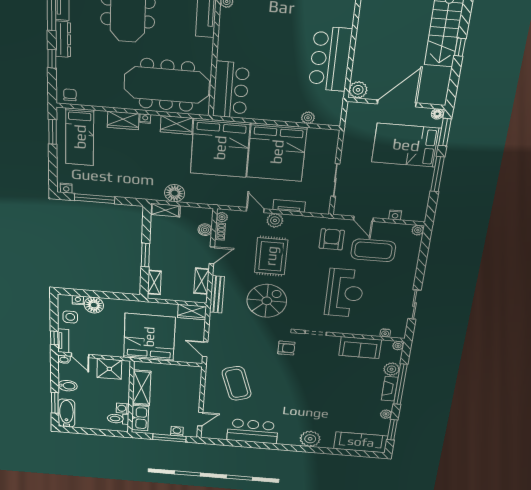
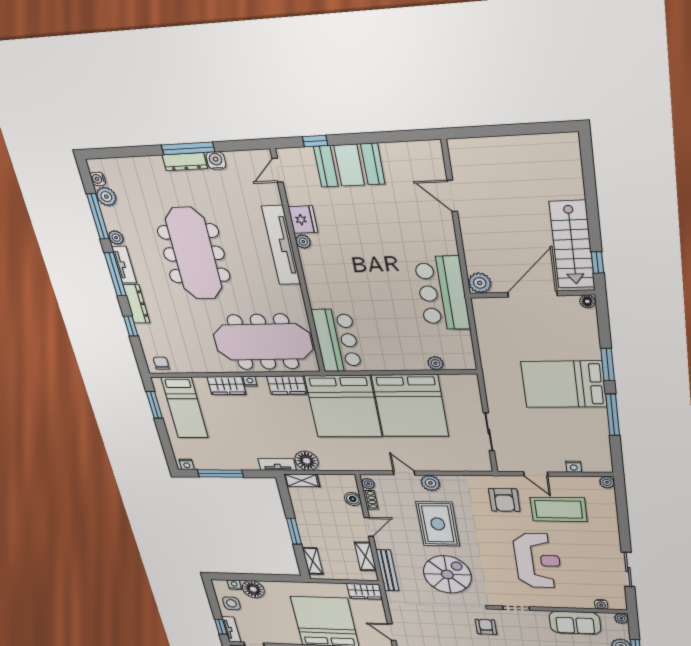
plant: (358, 90) -> (480, 283), moved
wall: (396, 103) -> (532, 294), moved
door: (397, 103) -> (533, 294), moved
floor lamp: (437, 114) -> (587, 301), moved
tv unit: (289, 206) -> (277, 464), moved
armchair: (332, 239) -> (504, 500), turned 180
armchair: (286, 348) -> (486, 627), turned -90

